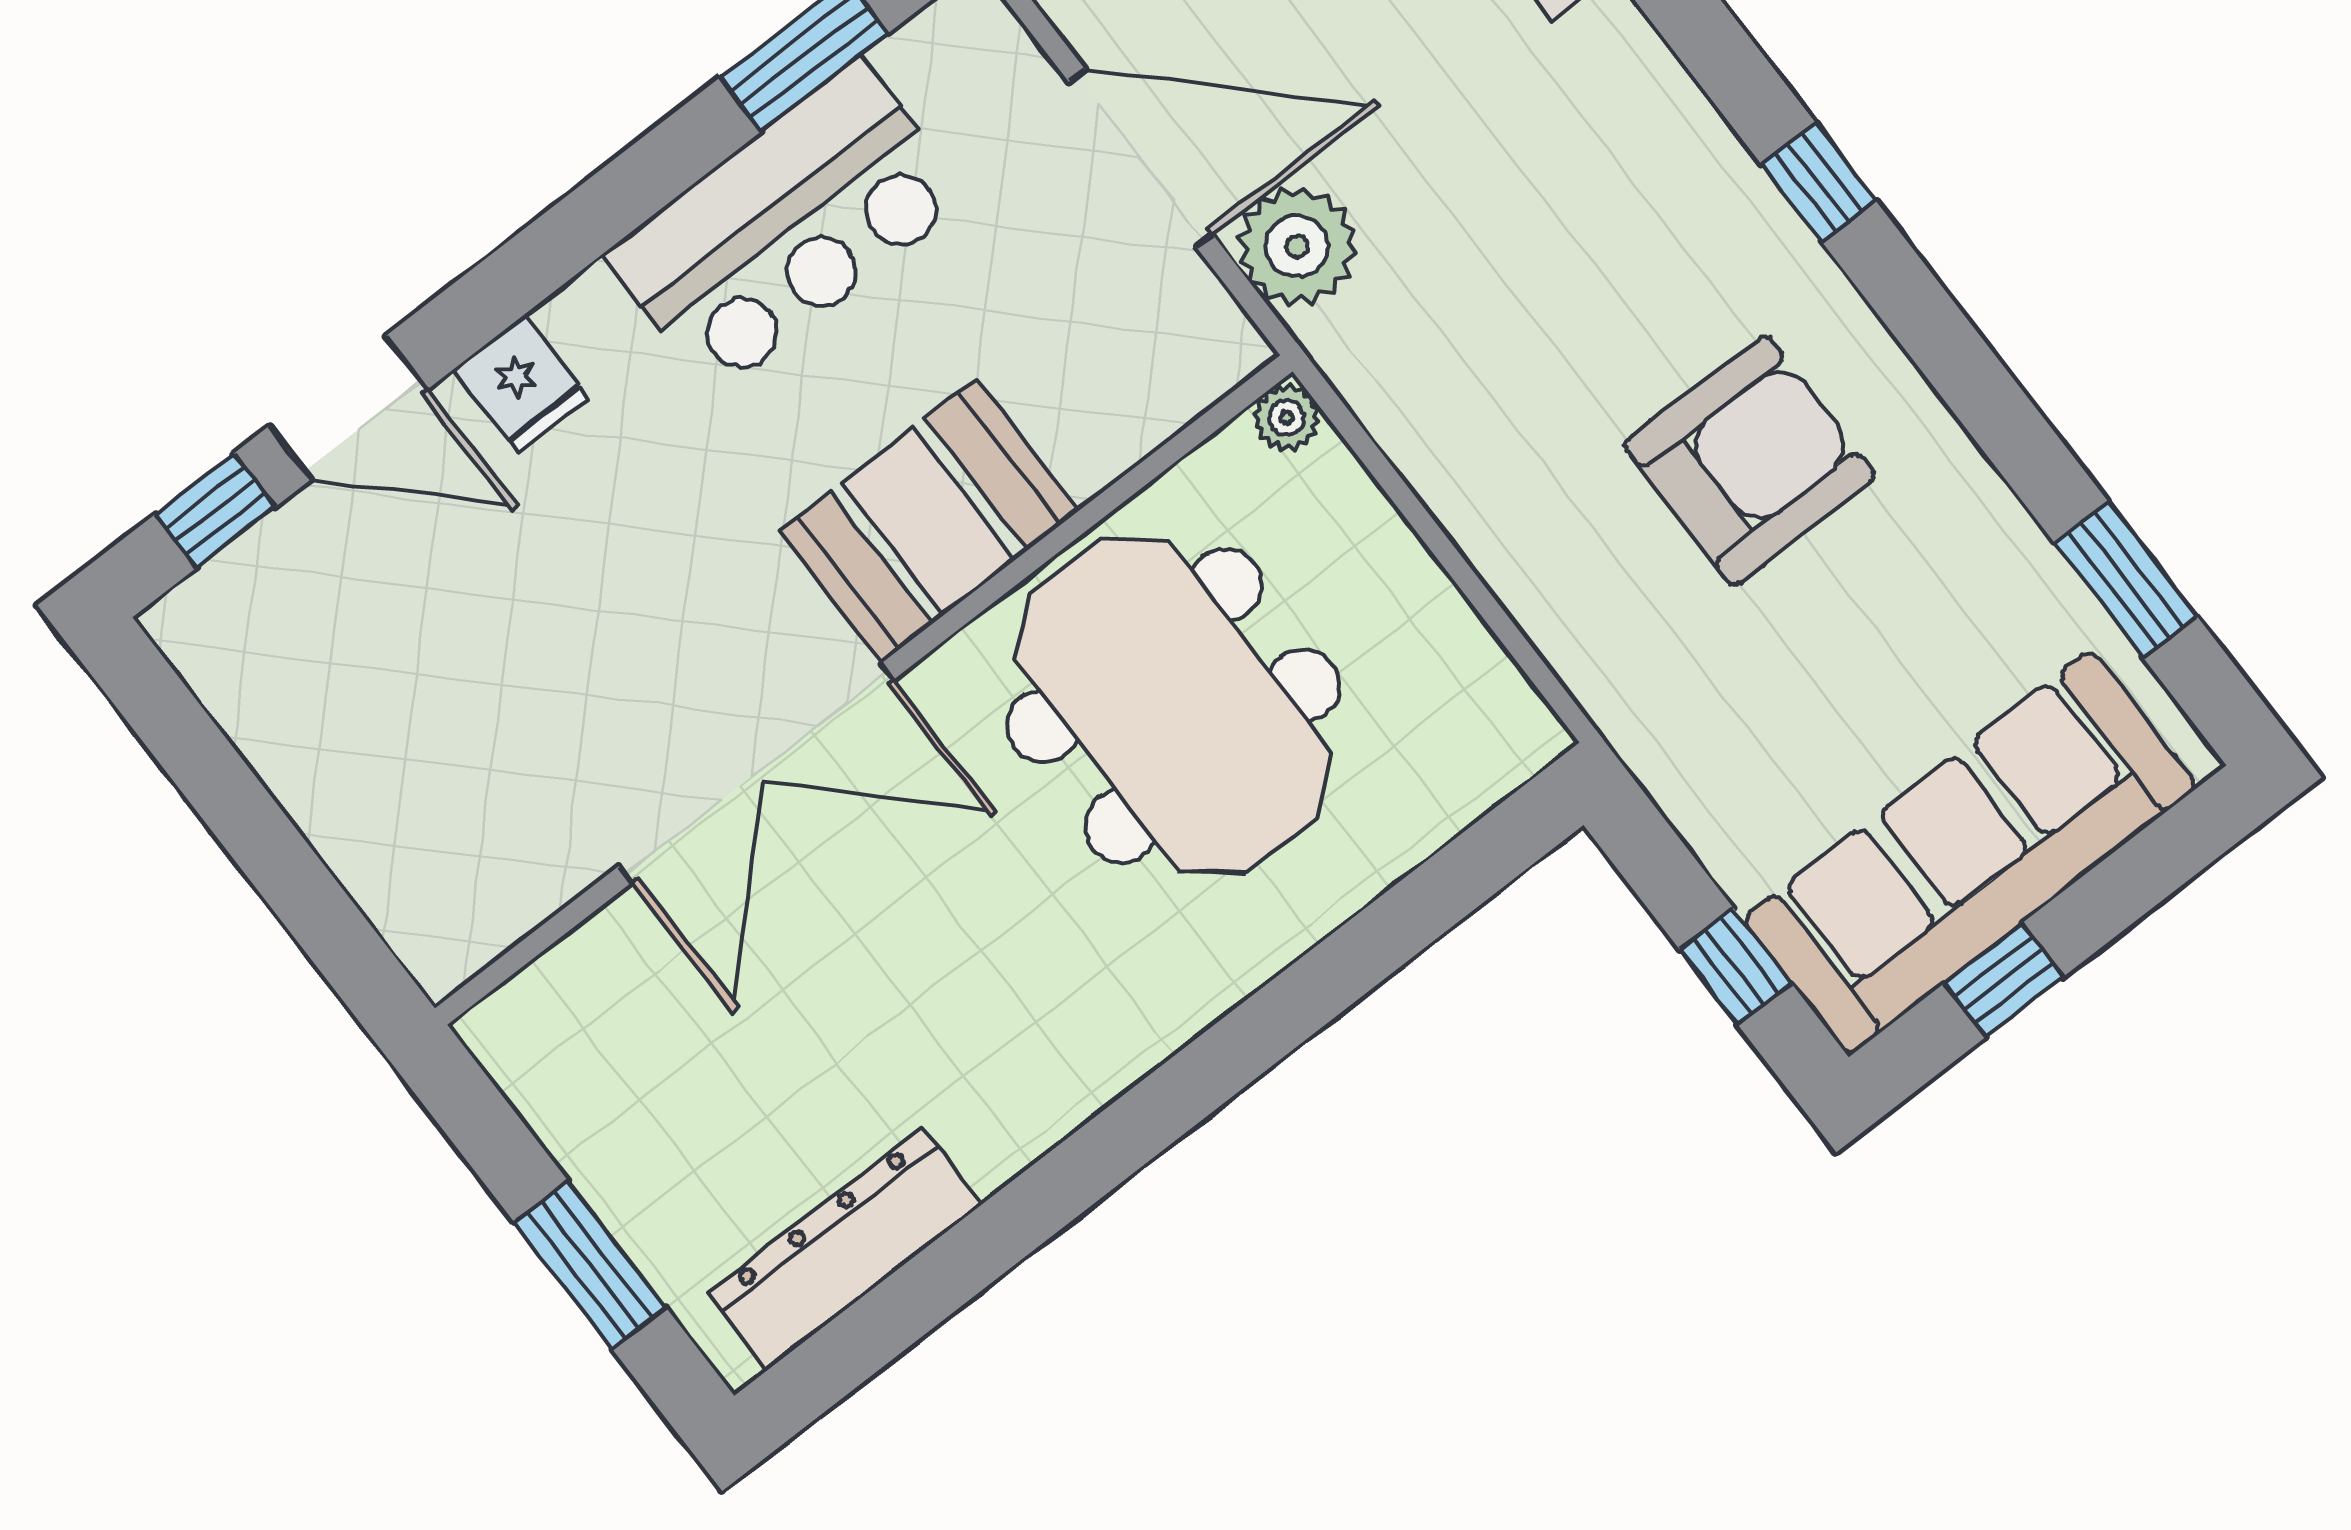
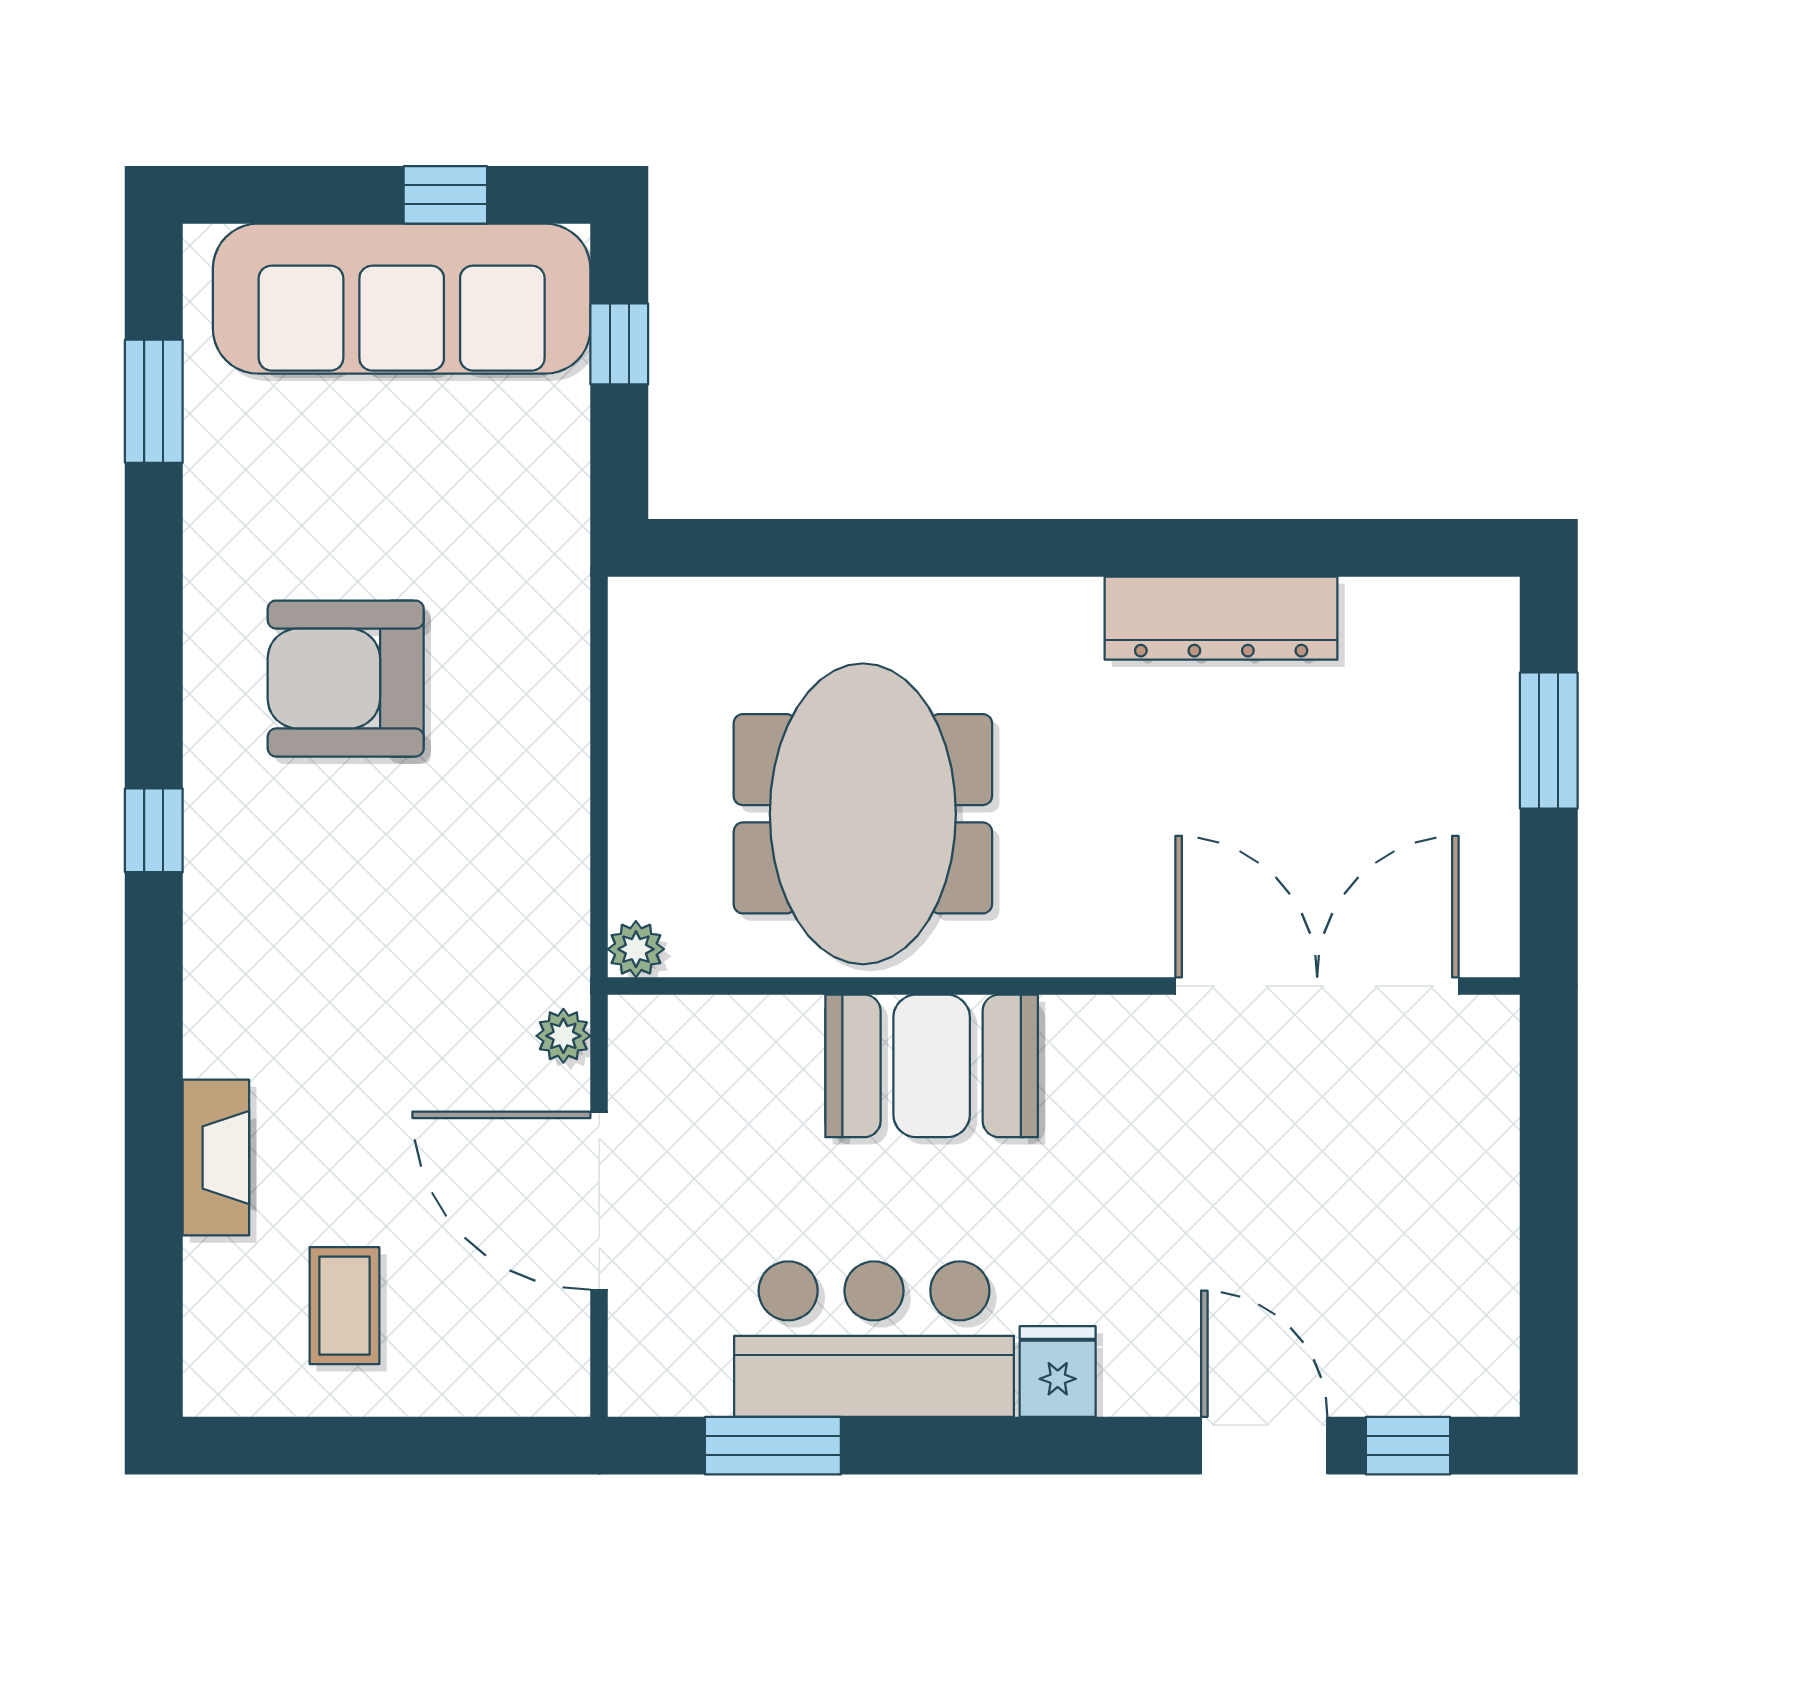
plant: (1297, 246) -> (563, 1036), width x0.53, depth x0.53
fridge: (521, 384) -> (1058, 1372), moved
double door: (756, 773) -> (1317, 986), moved
dresser: (845, 1249) -> (1221, 618), moved

